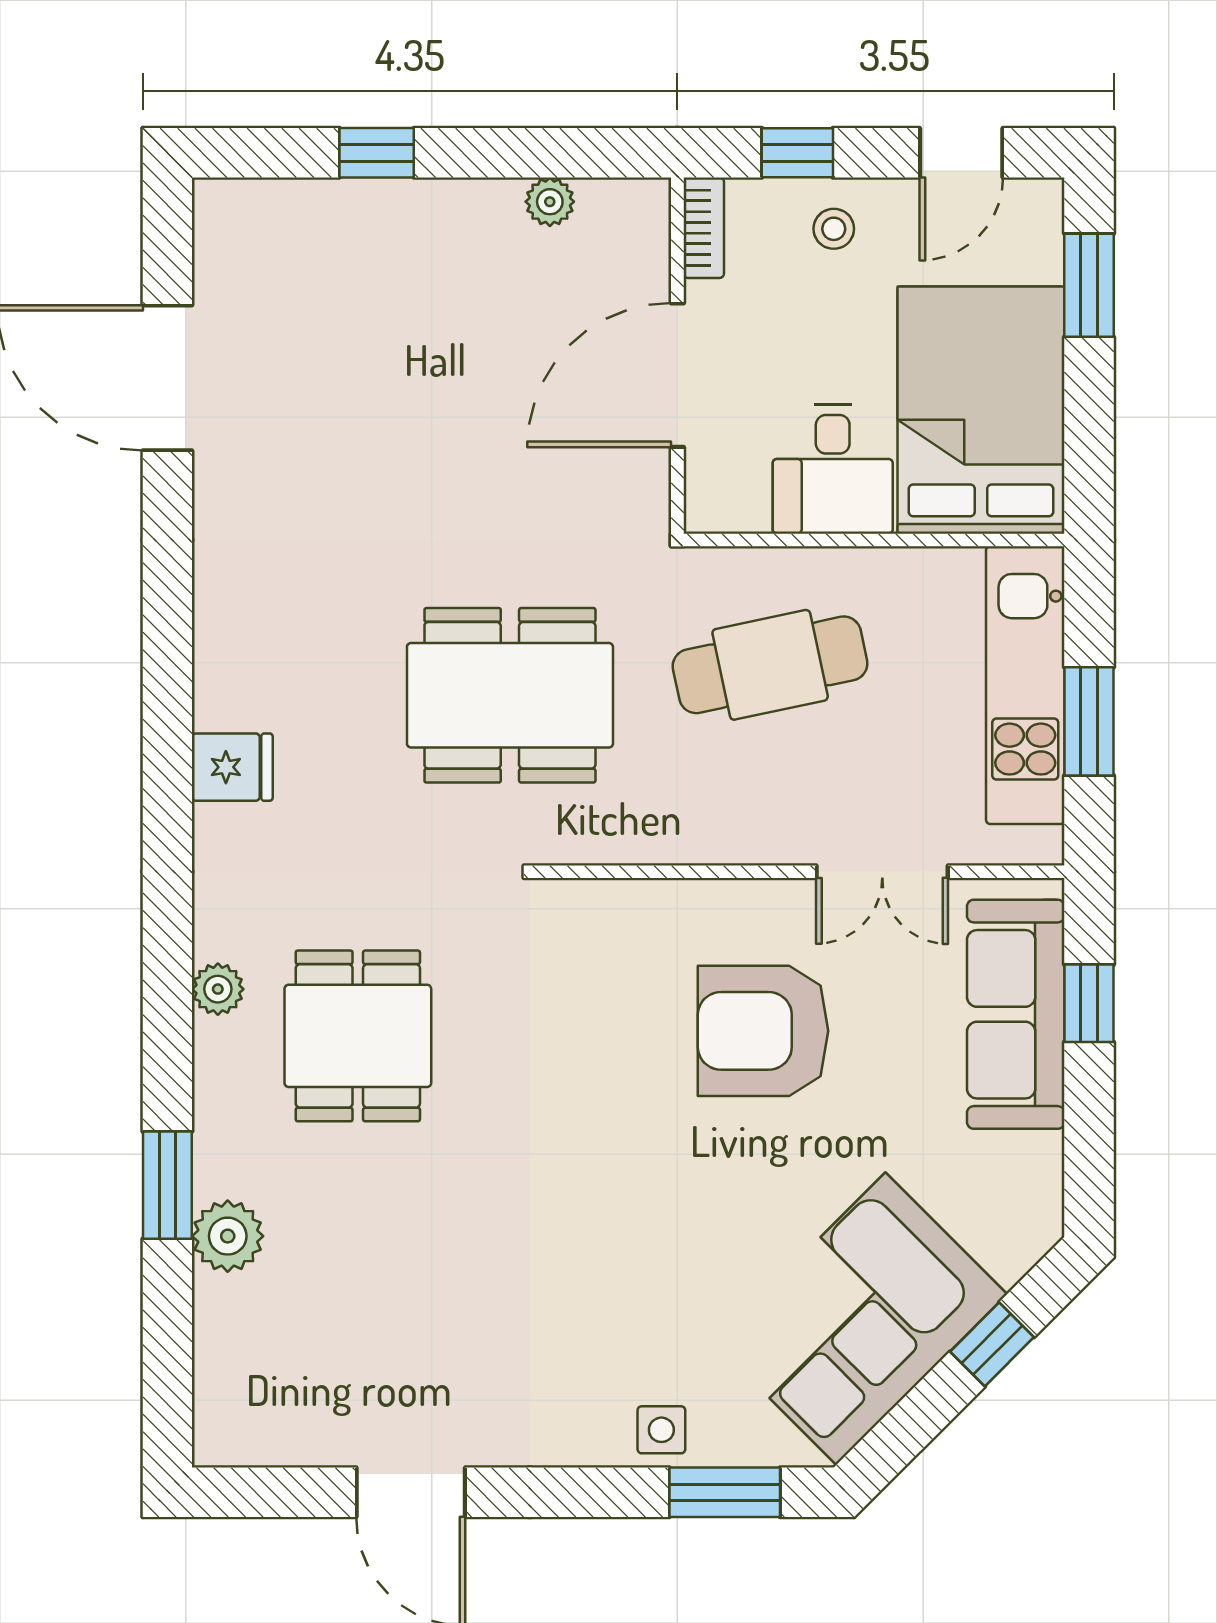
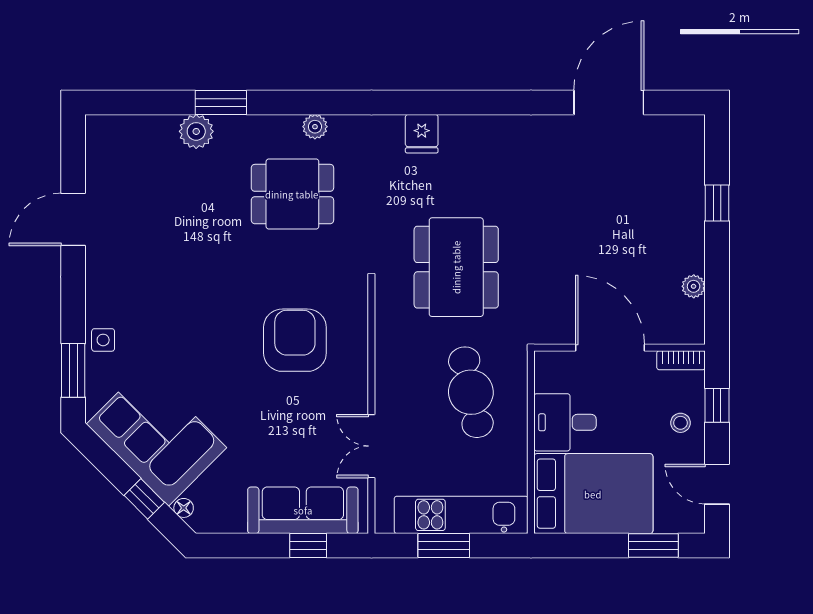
armchair: (763, 1031) -> (295, 340), moved
floor lamp: (1011, 1262) -> (184, 508), added

